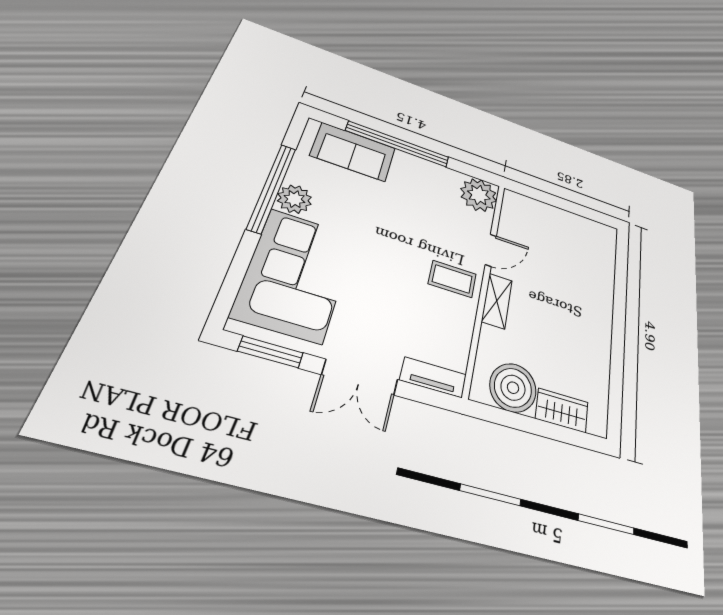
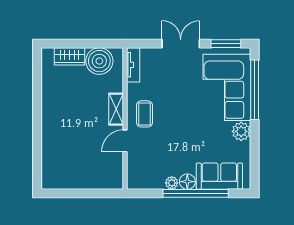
floor lamp: (406, 163) -> (187, 182), added
window: (272, 188) -> (255, 90), moved
plant: (479, 195) -> (172, 183), moved, width x0.53, depth x0.53
coffee table: (452, 279) -> (144, 114), turned 90
tv unit: (433, 377) -> (133, 65), moved, turned -90

